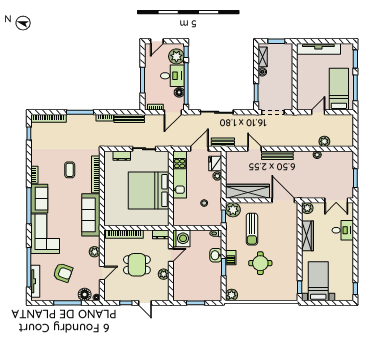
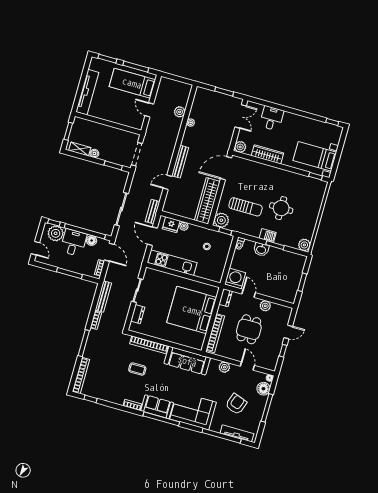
bed: (149, 191) -> (192, 310), moved, turned 90

